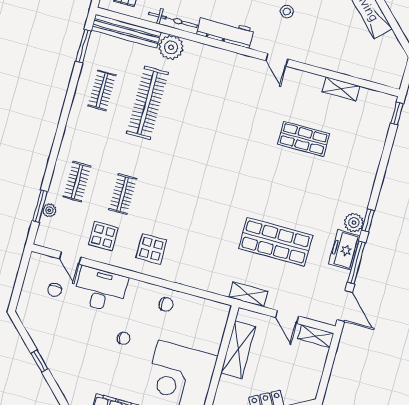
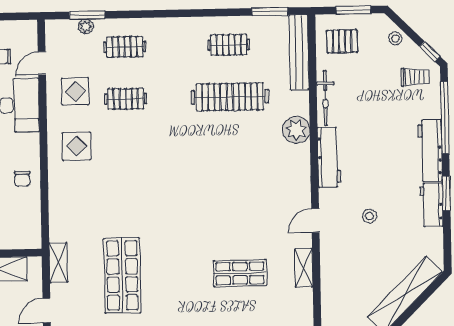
plant: (171, 47) -> (296, 130), moved
shelving: (341, 89) -> (304, 268), moved
shop shelf: (304, 139) -> (240, 273), turned 90

